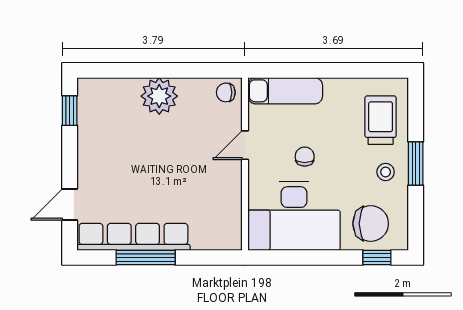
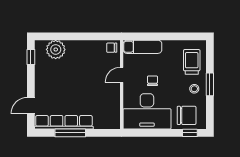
plant: (159, 96) -> (56, 49), moved

